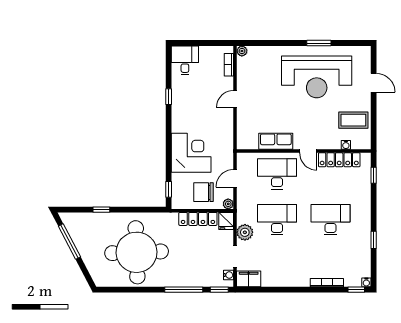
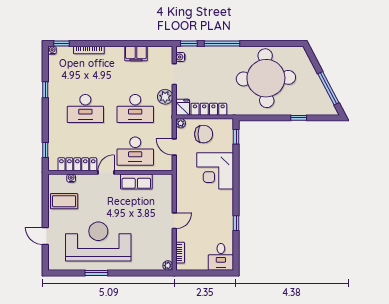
door: (308, 151) -> (106, 172), hinge flipped
door: (235, 178) -> (174, 147), swing flipped
filing cabinet: (249, 279) -> (136, 53), moved

